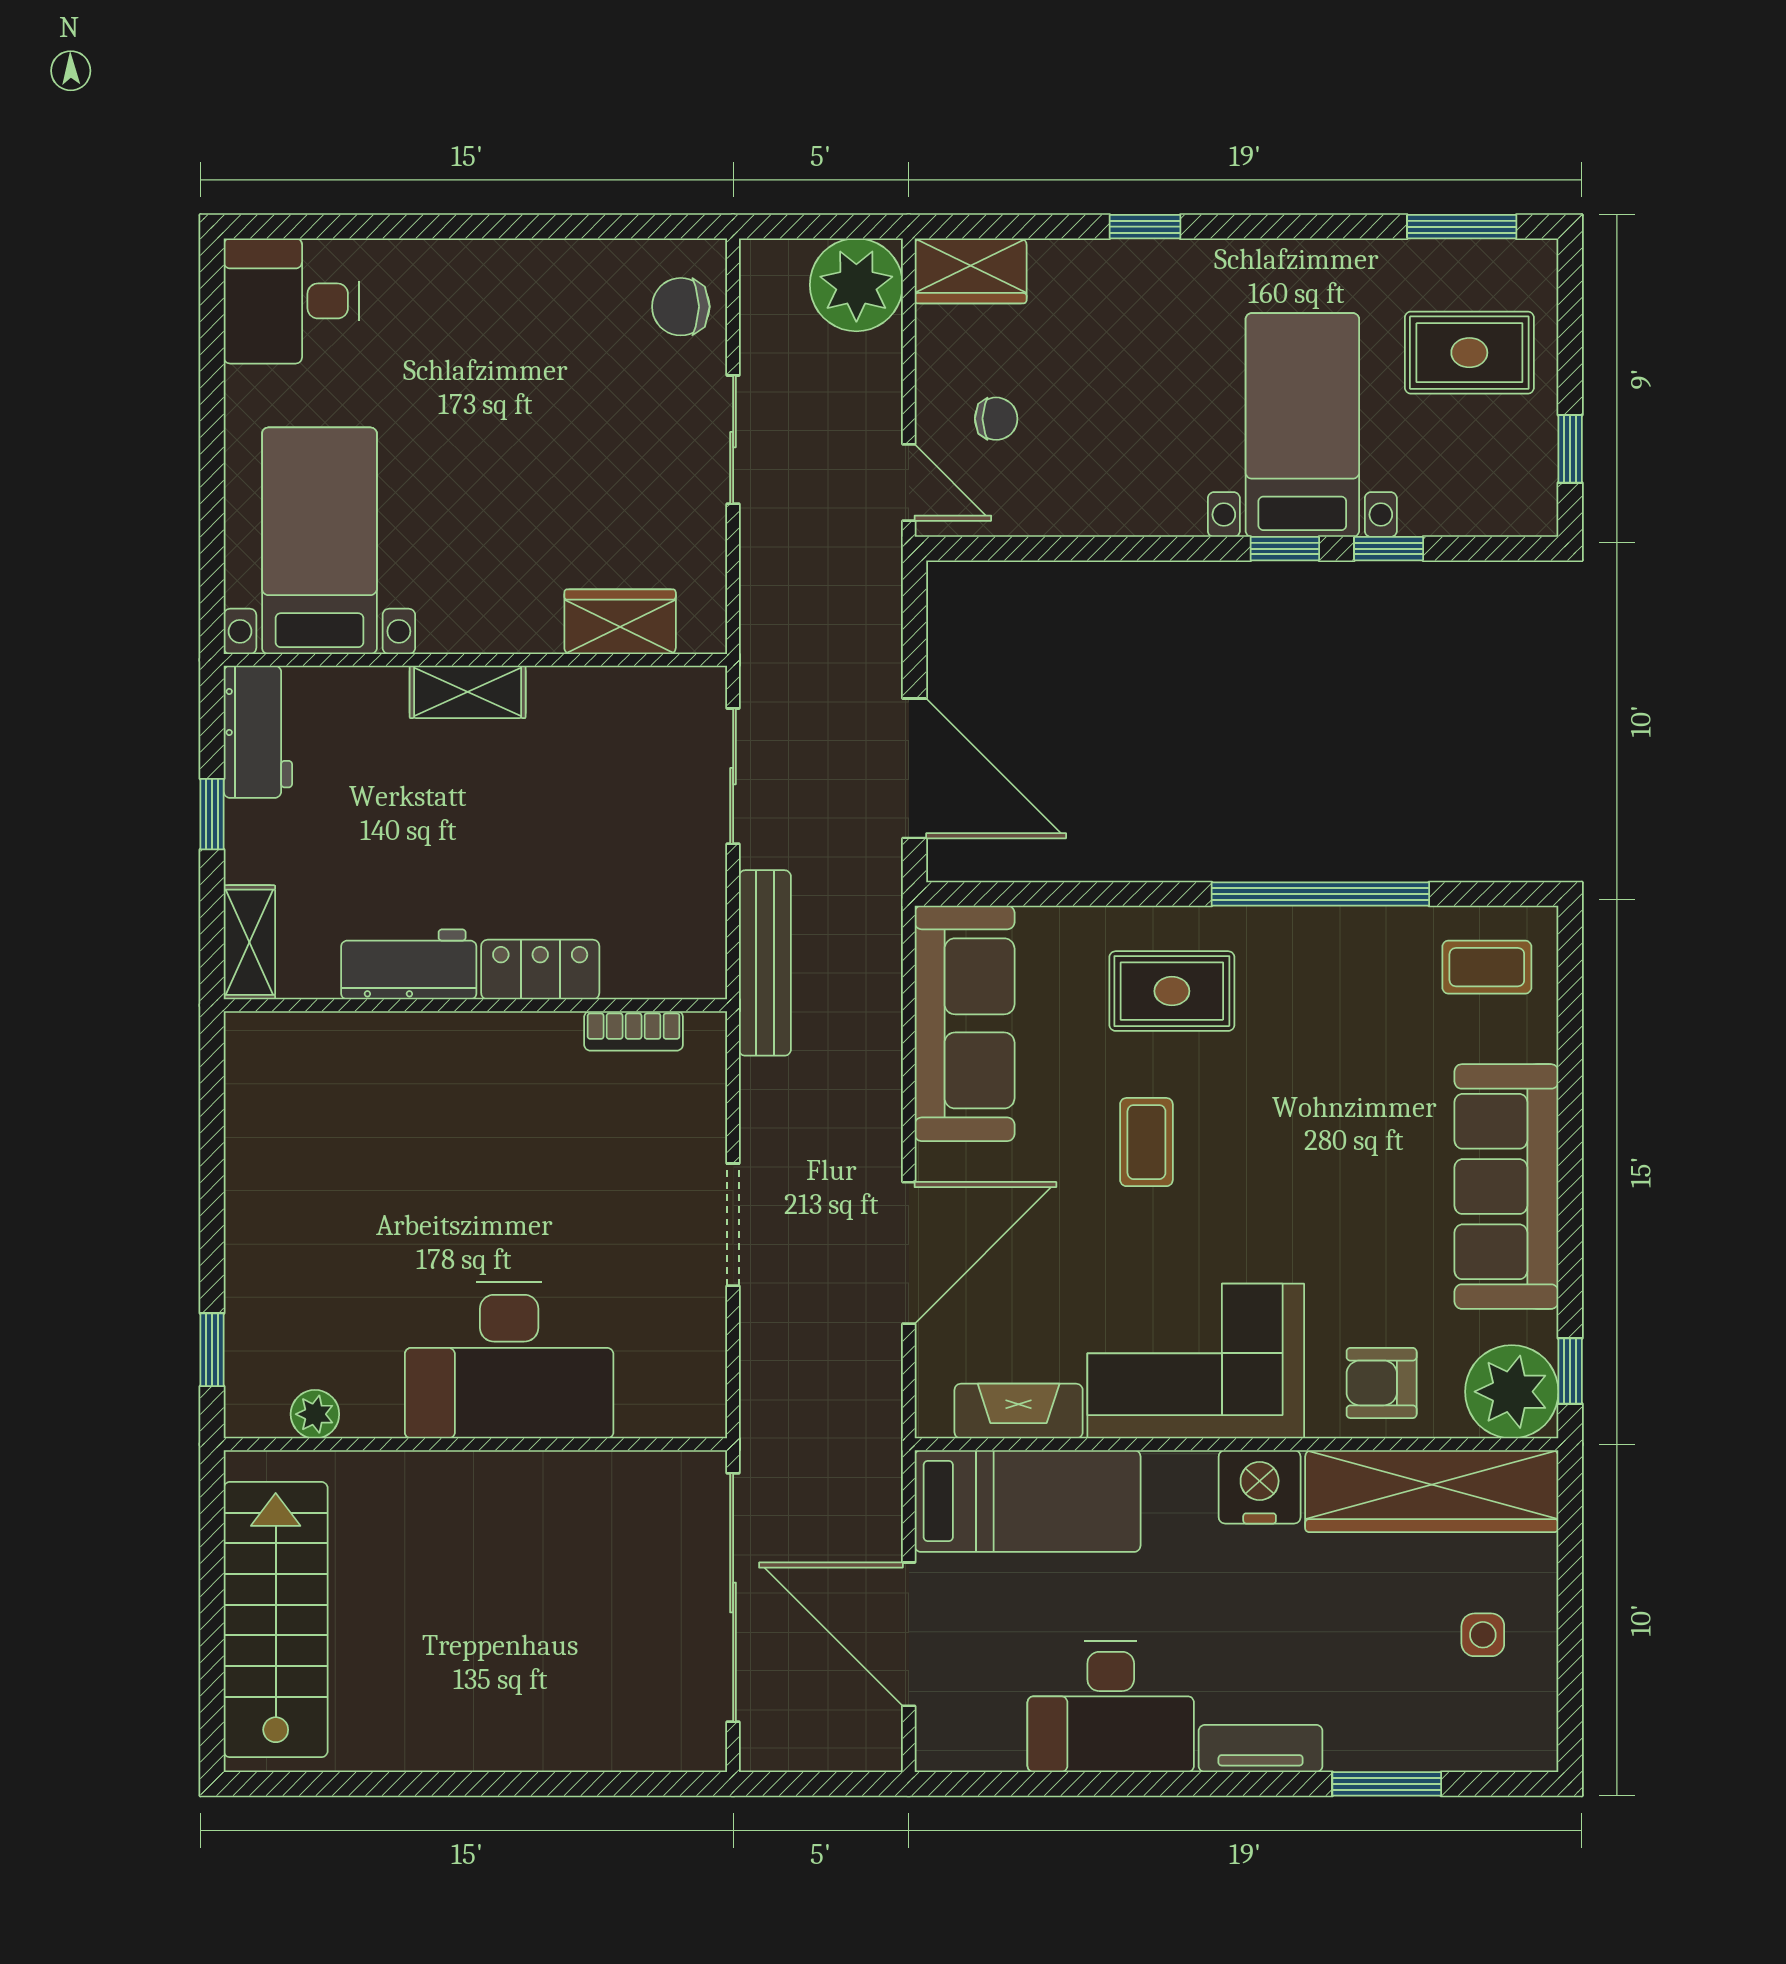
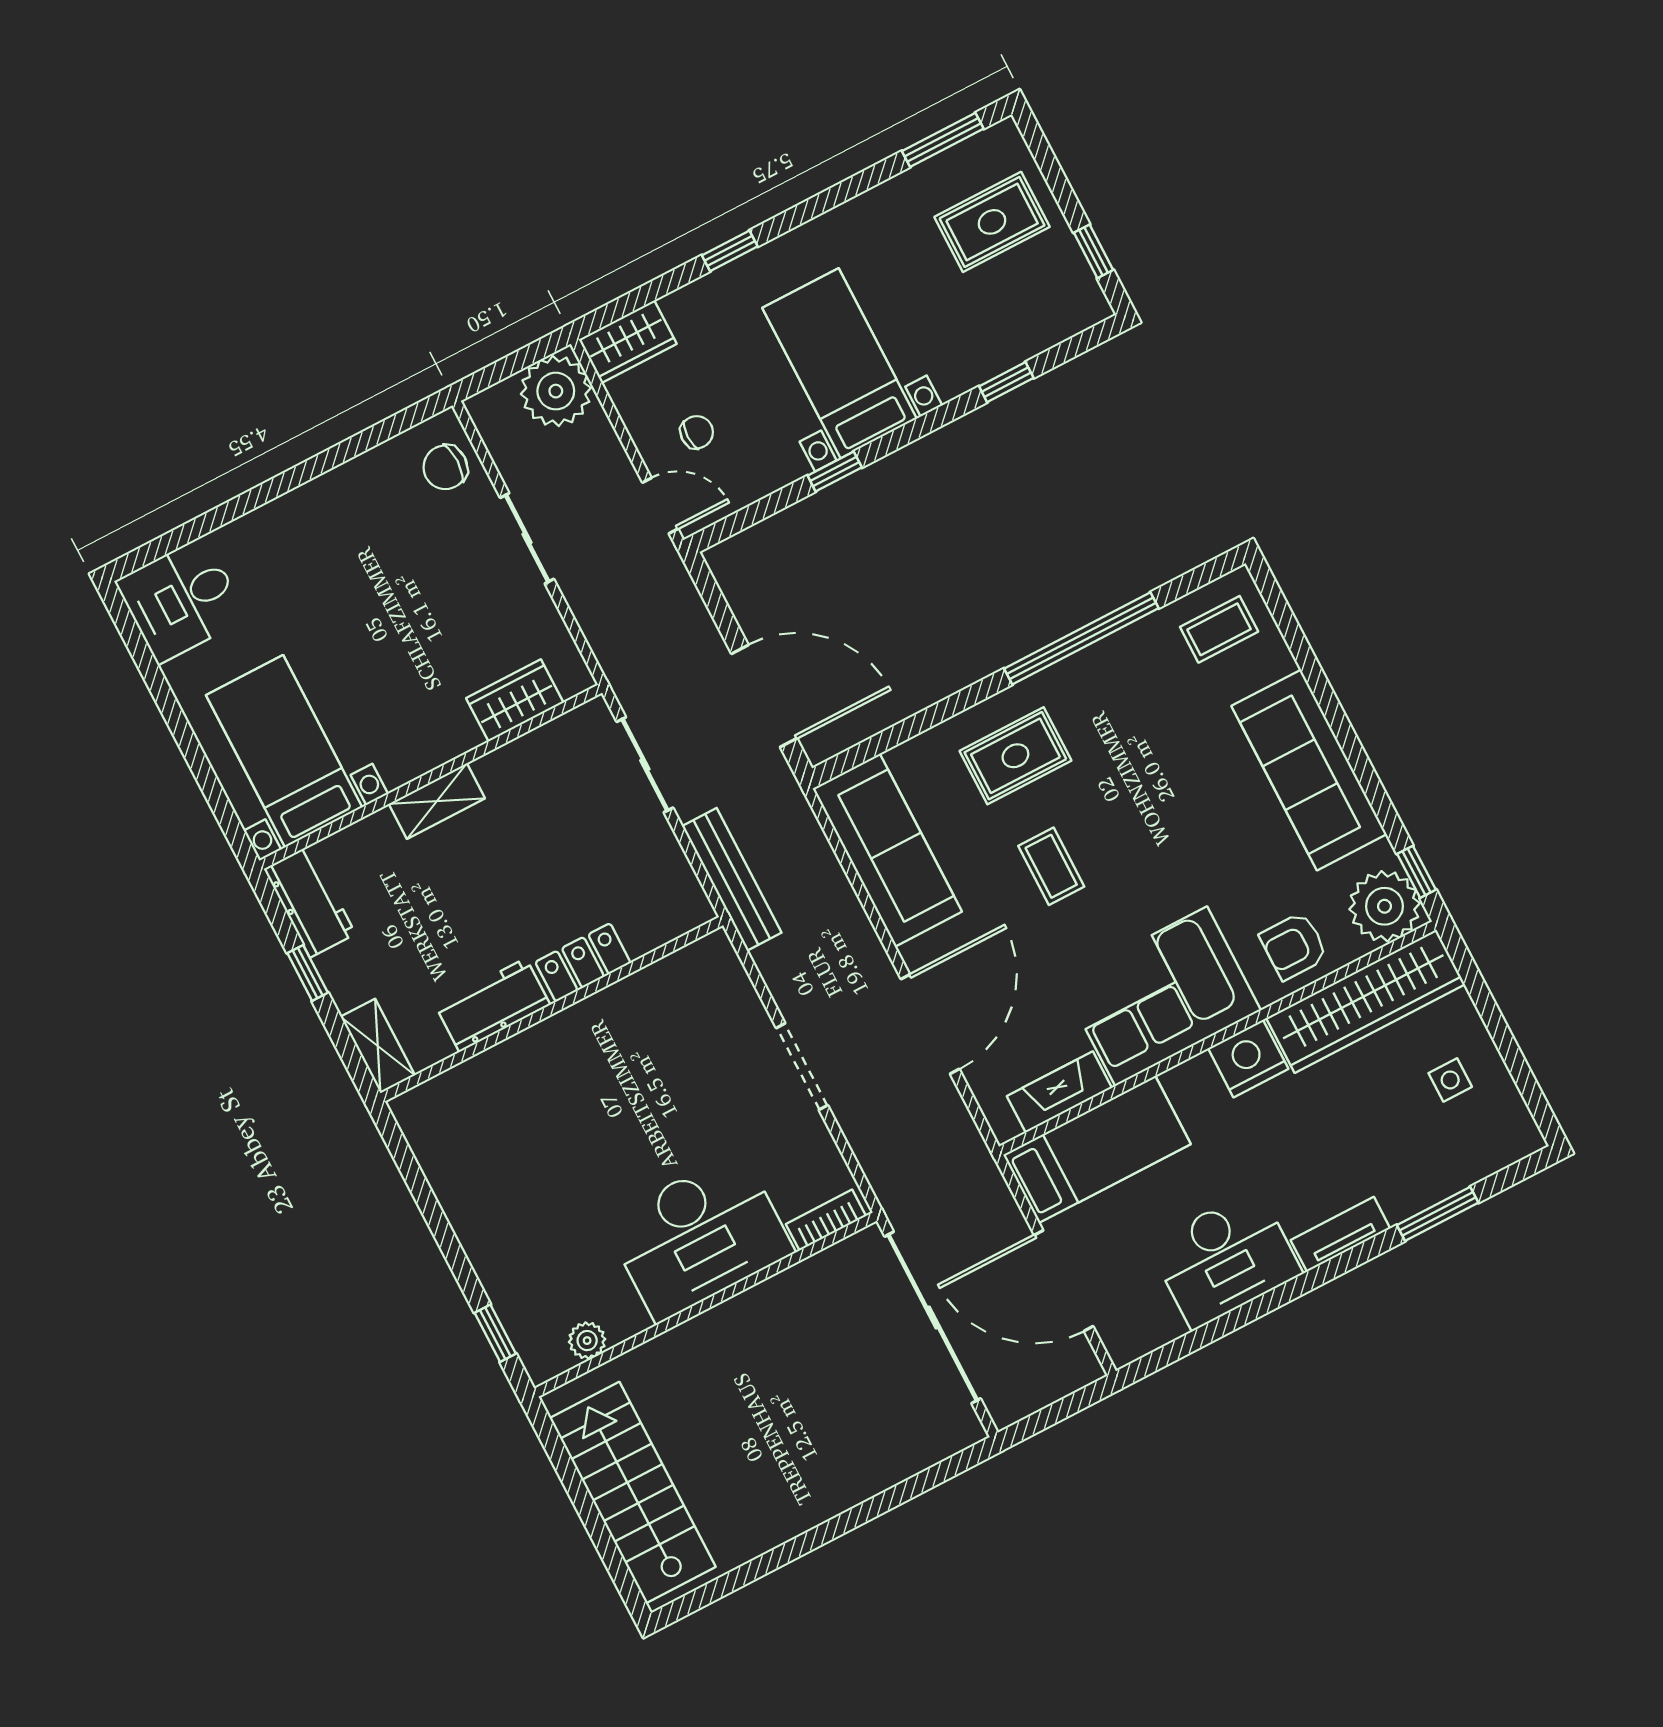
bed with nightstands: (1302, 425) -> (840, 363), moved
window: (1285, 549) -> (835, 471), moved
bookcase: (634, 1031) -> (826, 1220), moved, turned 180

